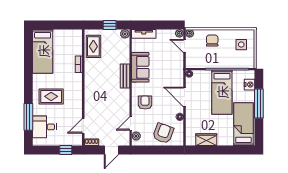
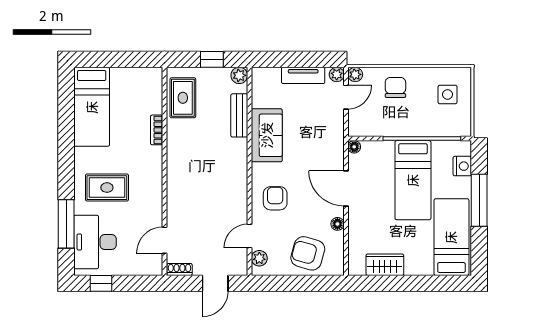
tv unit: (144, 34) -> (303, 75), moved
door: (185, 46) -> (346, 97), swing flipped
bench: (125, 76) -> (239, 115), moved
desk: (44, 127) -> (95, 242), width x1.37
armchair: (163, 133) -> (308, 253), turned -94
window: (66, 150) -> (101, 283), moved

